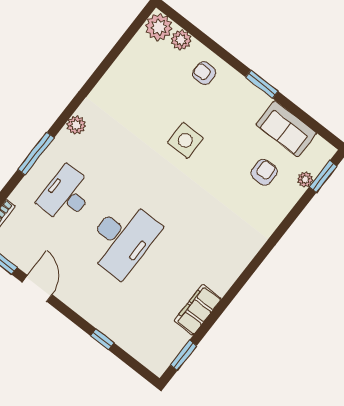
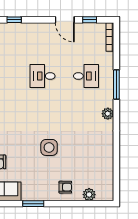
plant: (159, 27) -> (105, 192), removed
desk: (66, 195) -> (86, 76), width x0.73
desk: (122, 239) -> (42, 76), width x0.53, depth x0.77

